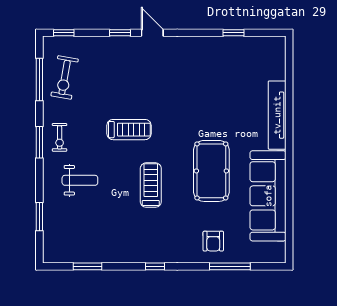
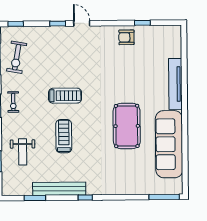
weight bench: (80, 180) -> (23, 152), moved, turned 90
treadmill: (151, 185) -> (64, 136), moved
armchair: (213, 241) -> (126, 37), moved, turned 90
bench: (120, 254) -> (59, 189), added
window: (230, 266) -> (164, 197), moved

